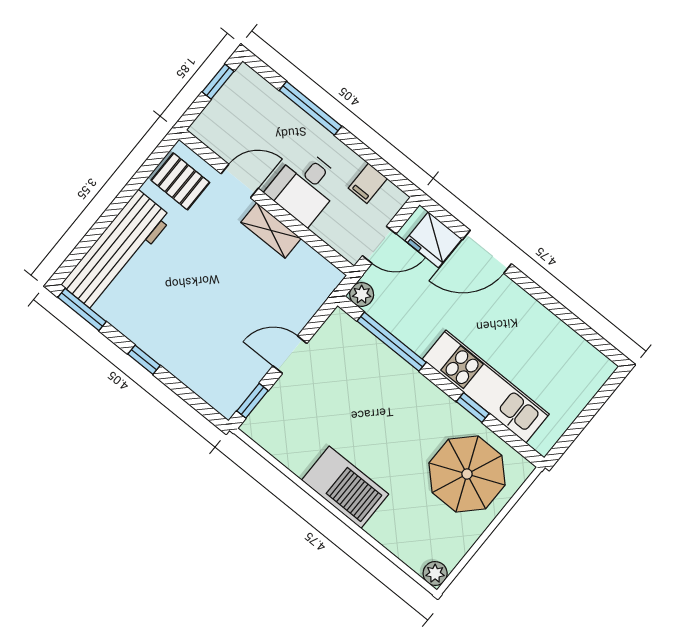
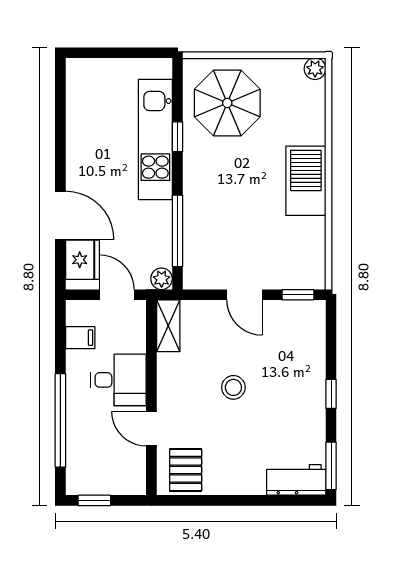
window: (310, 108) -> (60, 420), width x1.46
shelving: (271, 230) -> (168, 326), moved
workbench: (117, 251) -> (296, 480), width x0.53, depth x0.76
stool: (218, 280) -> (233, 387), added

